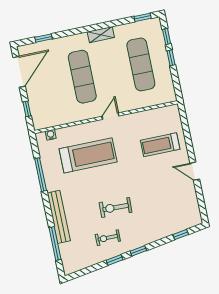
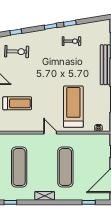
door: (110, 116) -> (50, 133), swing flipped
treadmill: (88, 155) -> (73, 107), turned 90
exercise bike: (116, 207) -> (17, 52), moved

